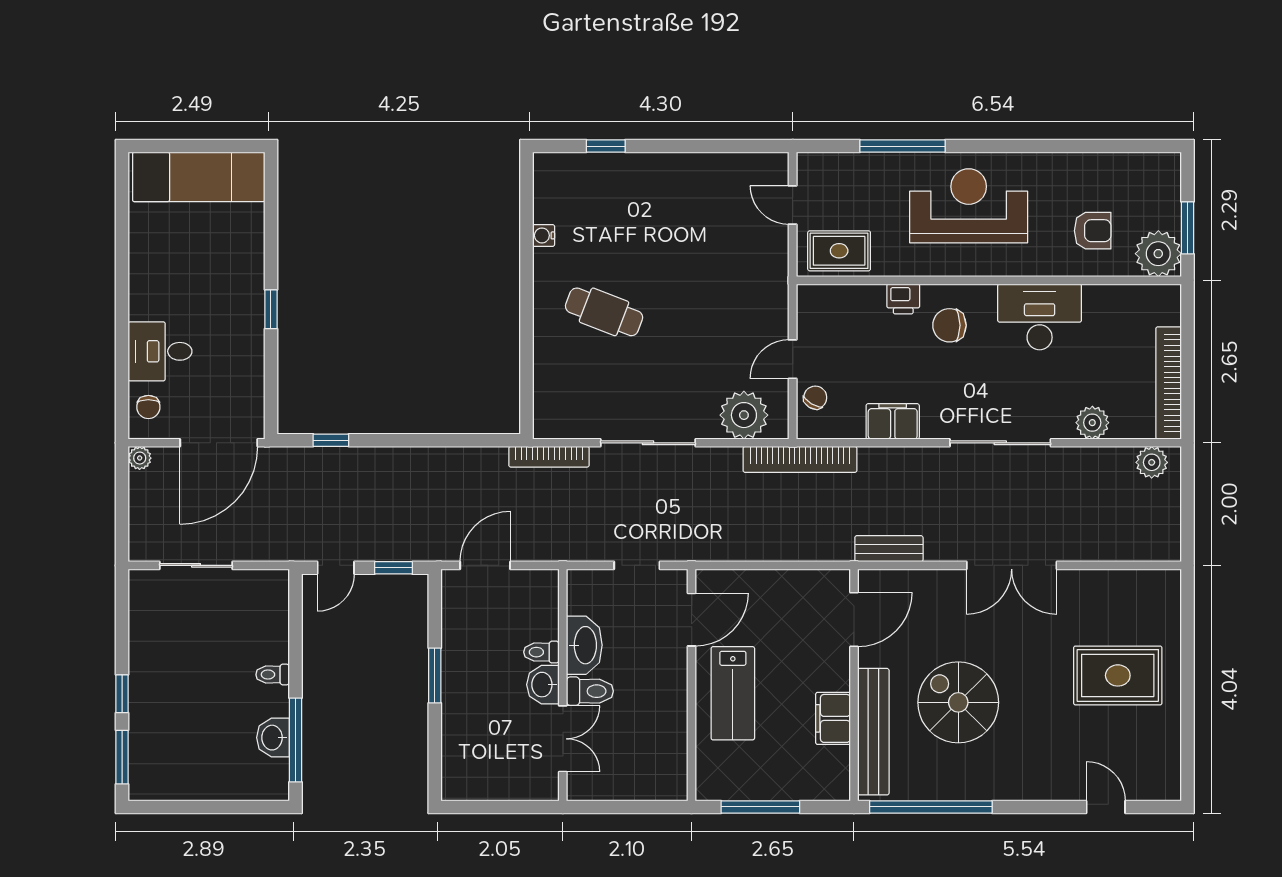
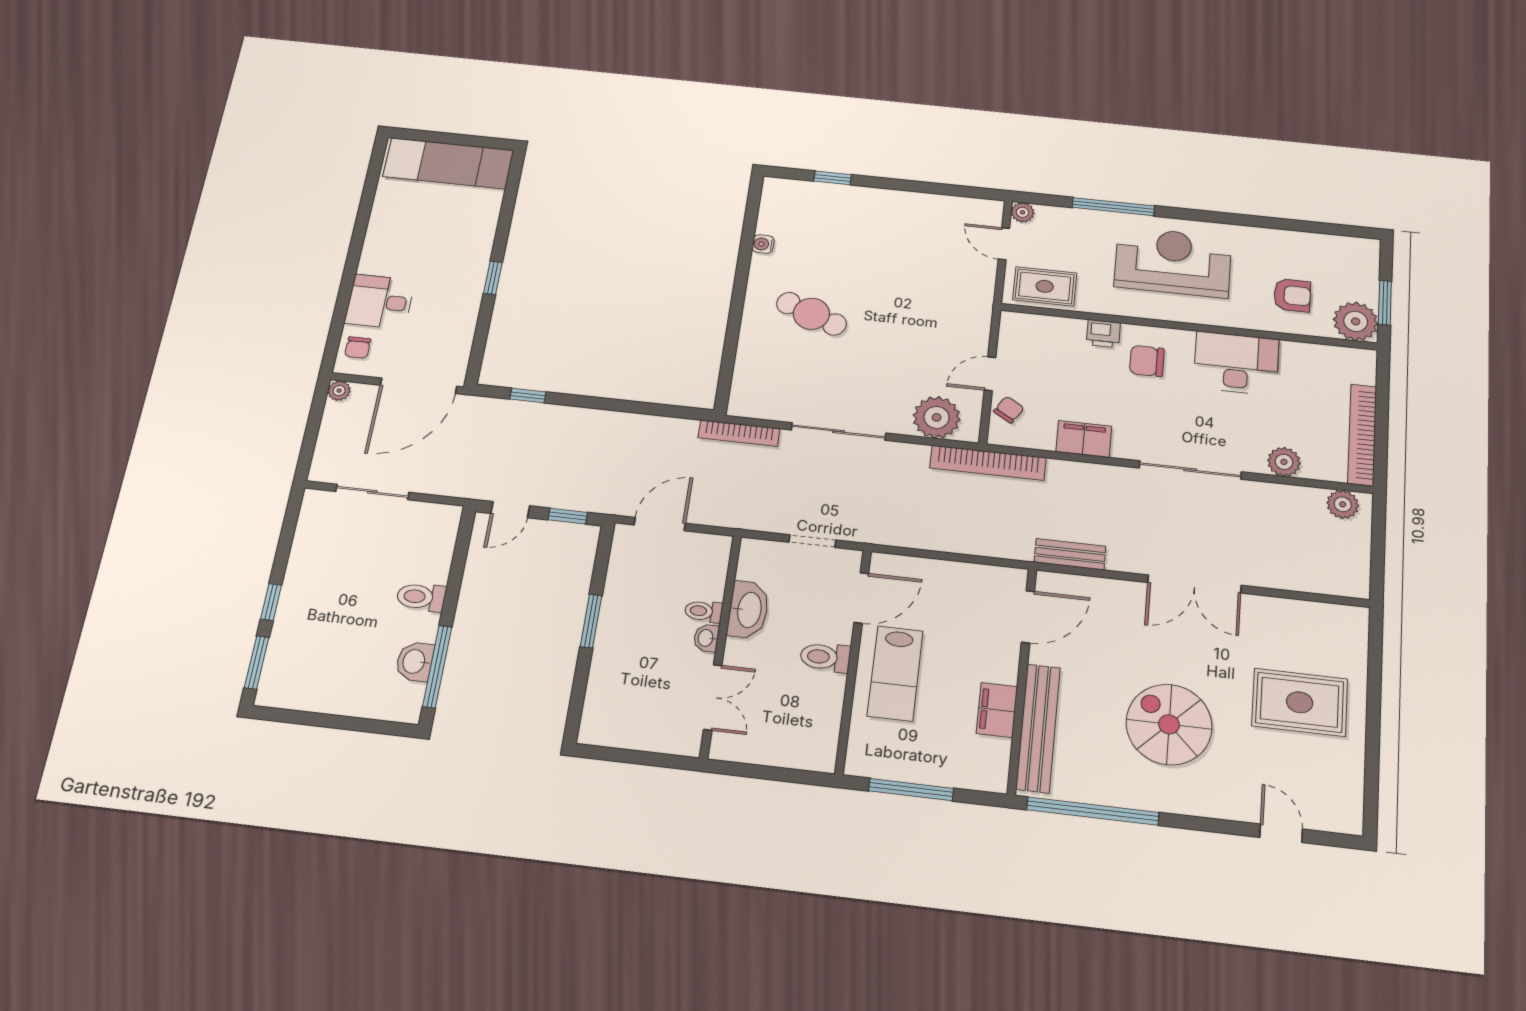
plant: (809, 165) -> (1023, 212), added
toilet: (273, 675) -> (421, 597), width x1.37, depth x1.39
washbasin: (543, 685) -> (706, 638), width x0.72, depth x0.69
toilet: (590, 691) -> (825, 657), moved, turned 180
spiral stairs: (958, 702) -> (1169, 724), moved

